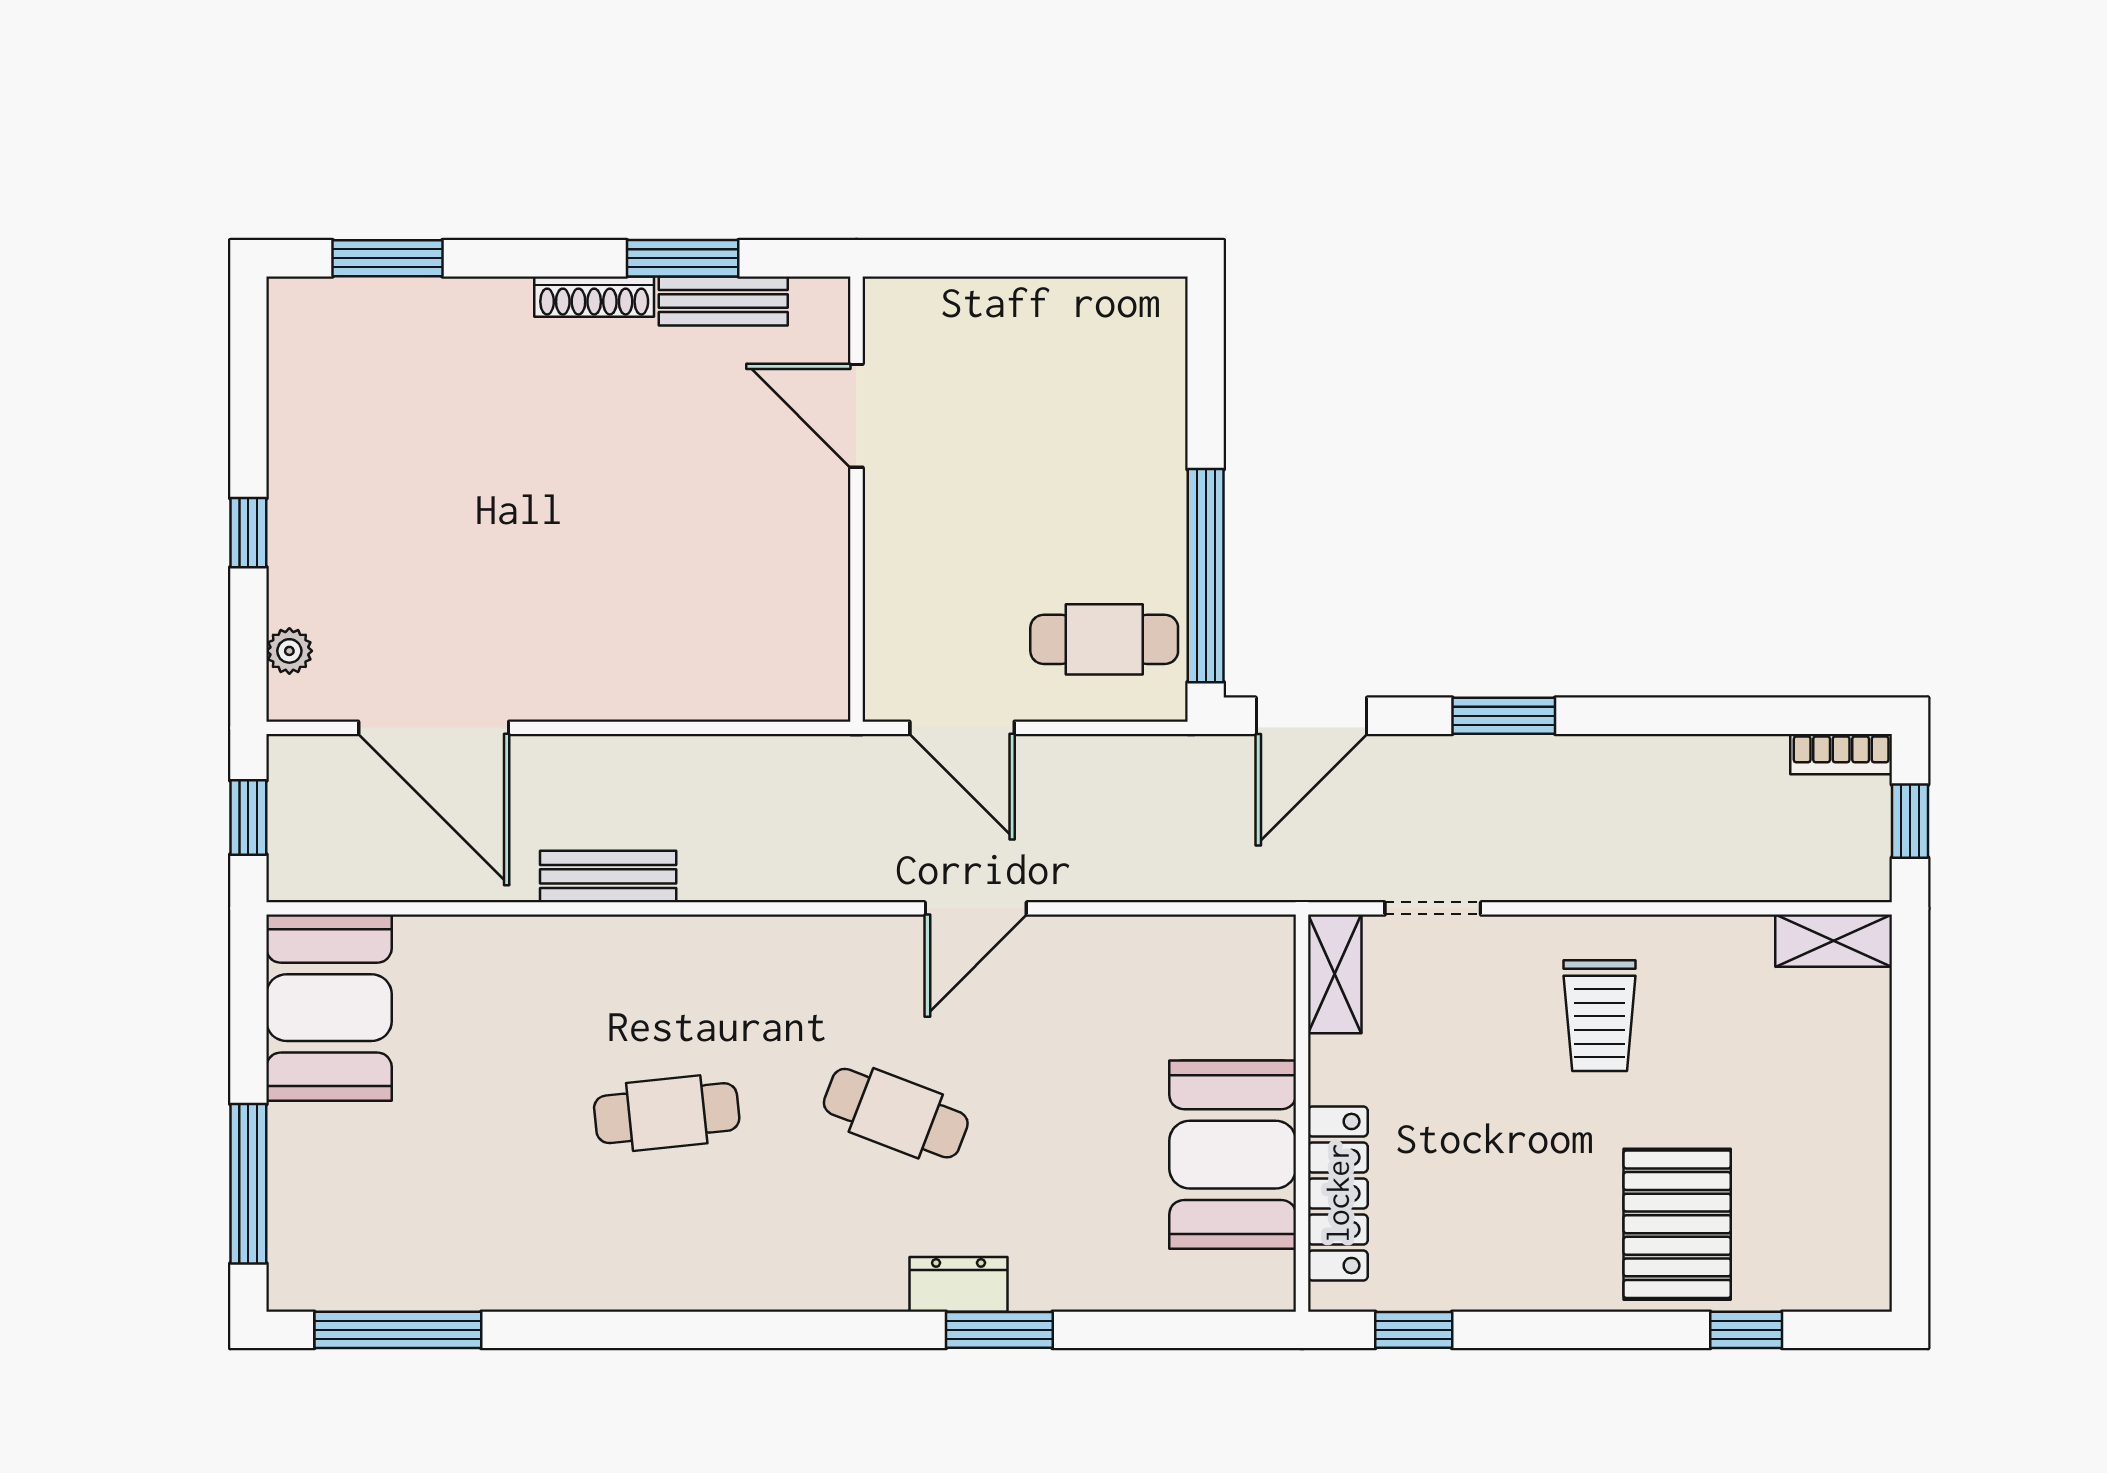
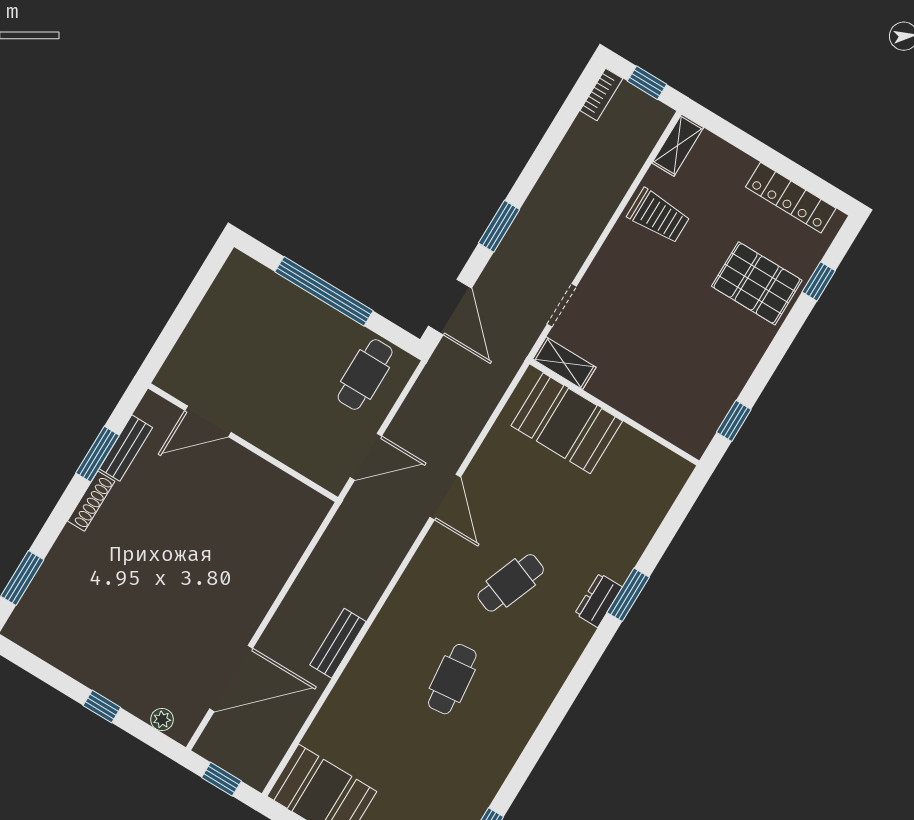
window: (1206, 576) -> (324, 291), moved
trolley: (1600, 1016) -> (659, 216), moved
booth: (1233, 1155) -> (567, 423), moved
locker: (1338, 1193) -> (791, 198), moved, turned 180

